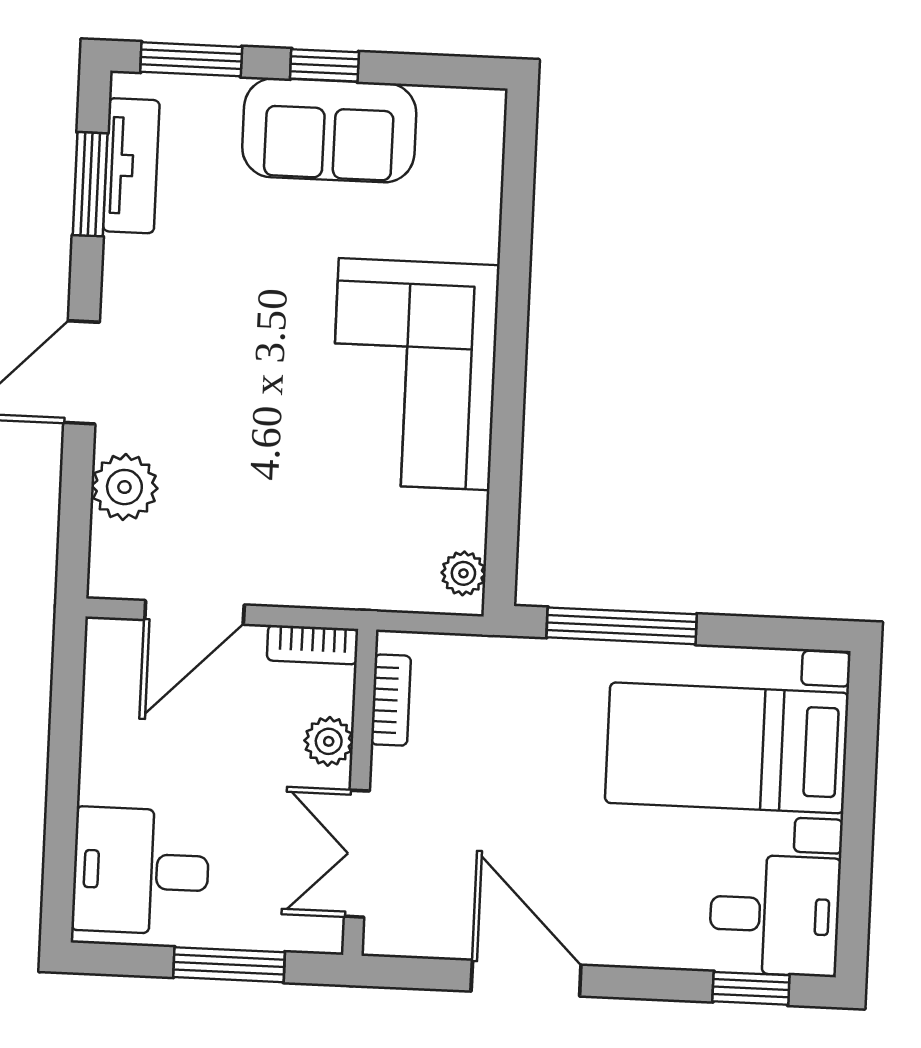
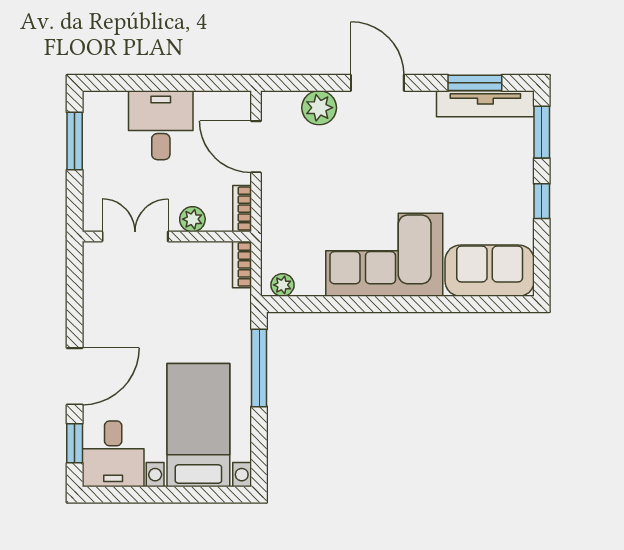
sofa: (329, 130) -> (490, 271), moved, turned 90
tv unit: (131, 166) -> (485, 104), width x1.41
bookcase: (391, 700) -> (242, 264), moved, turned 90
desk: (141, 871) -> (161, 125), moved
window: (229, 965) -> (75, 141), moved
door: (526, 978) -> (75, 376), moved

